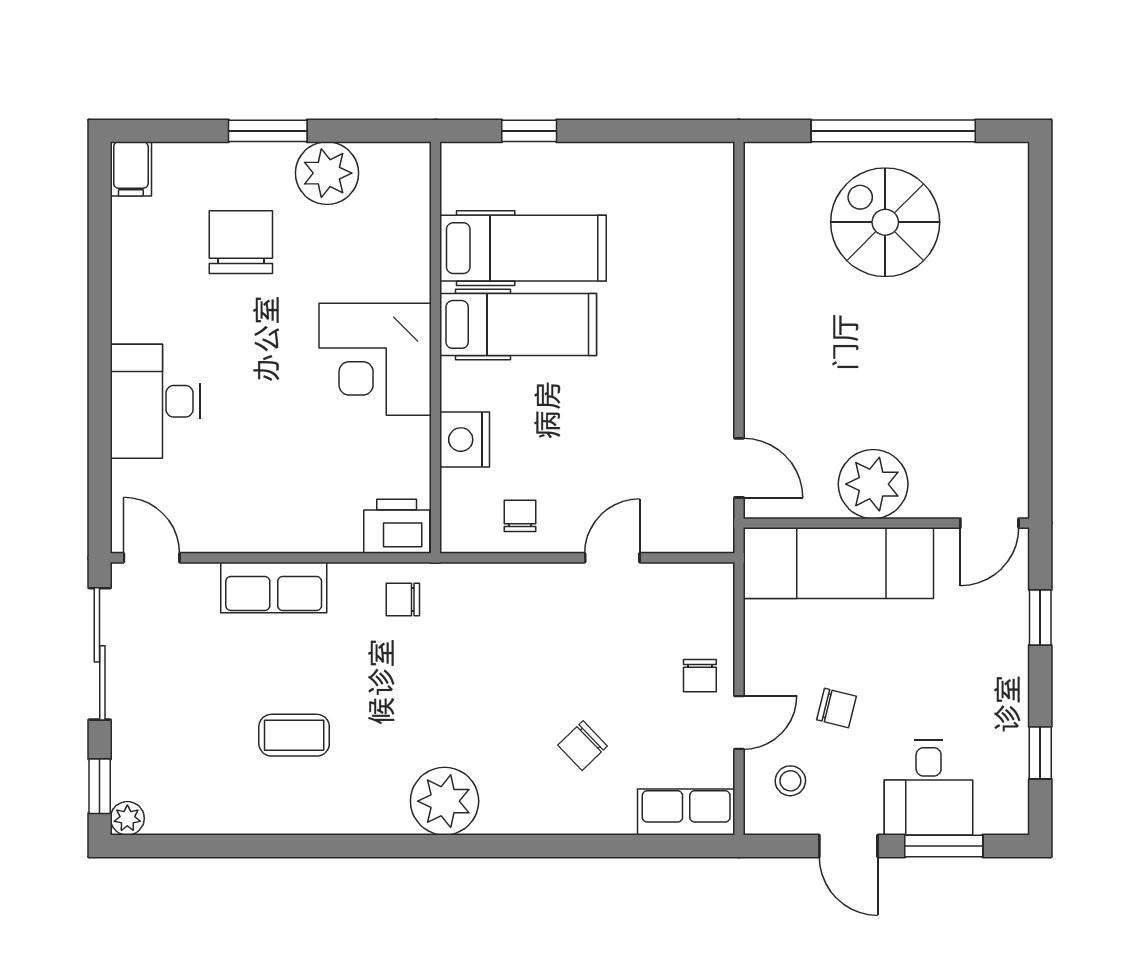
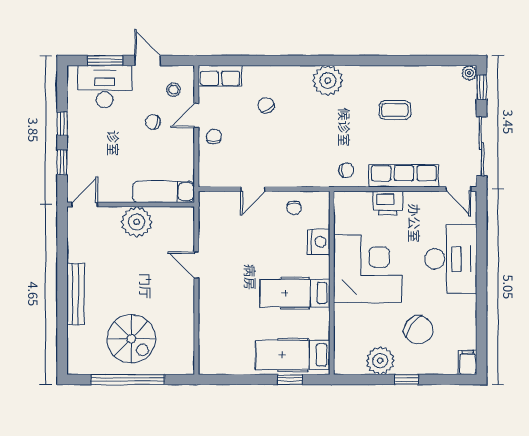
window: (268, 131) -> (407, 379), width x0.67
chair: (241, 242) -> (419, 330), turned -54
hospital bed: (523, 248) -> (293, 355), moved
bench: (1010, 323) -> (76, 294), added
corner desk: (375, 359) -> (368, 269), width x1.36, depth x1.36
desk: (155, 401) -> (451, 259), width x1.36, depth x1.30
door: (739, 468) -> (196, 265), moved
printer: (397, 526) -> (388, 203), moved
exam couch: (838, 563) -> (163, 192), width x0.73, depth x0.69
row of seats: (274, 587) -> (404, 176), width x1.48
chair: (583, 746) -> (266, 105), turned -80
window: (1040, 753) -> (62, 124), moved
desk: (929, 788) -> (105, 87), width x1.37

